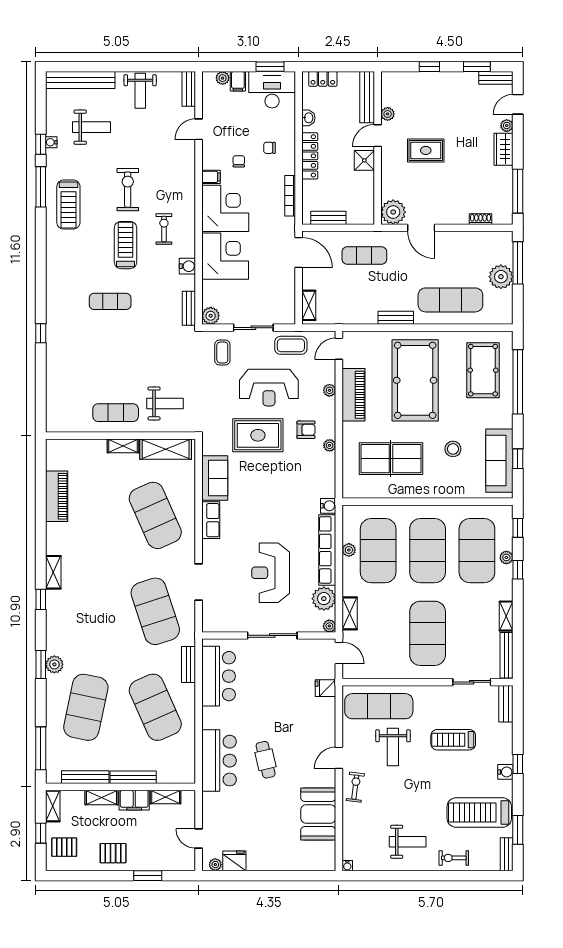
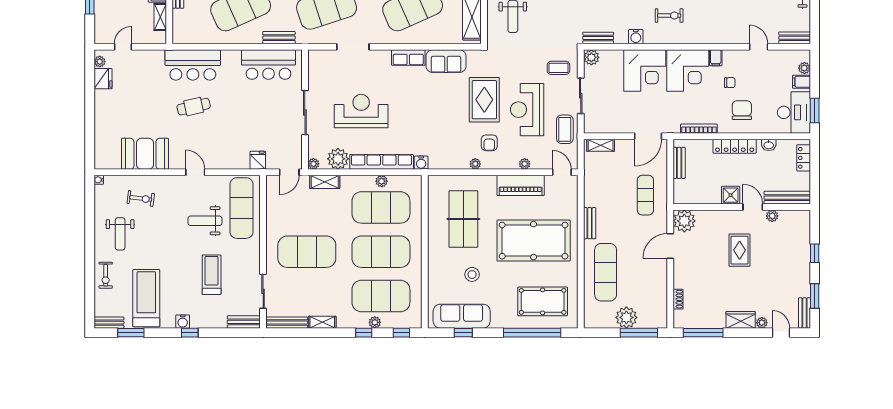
chair: (269, 148) -> (742, 110), width x1.87, depth x1.87
exercise bike: (355, 787) -> (141, 198), moved
exercise bike: (454, 858) -> (106, 275), turned 180

